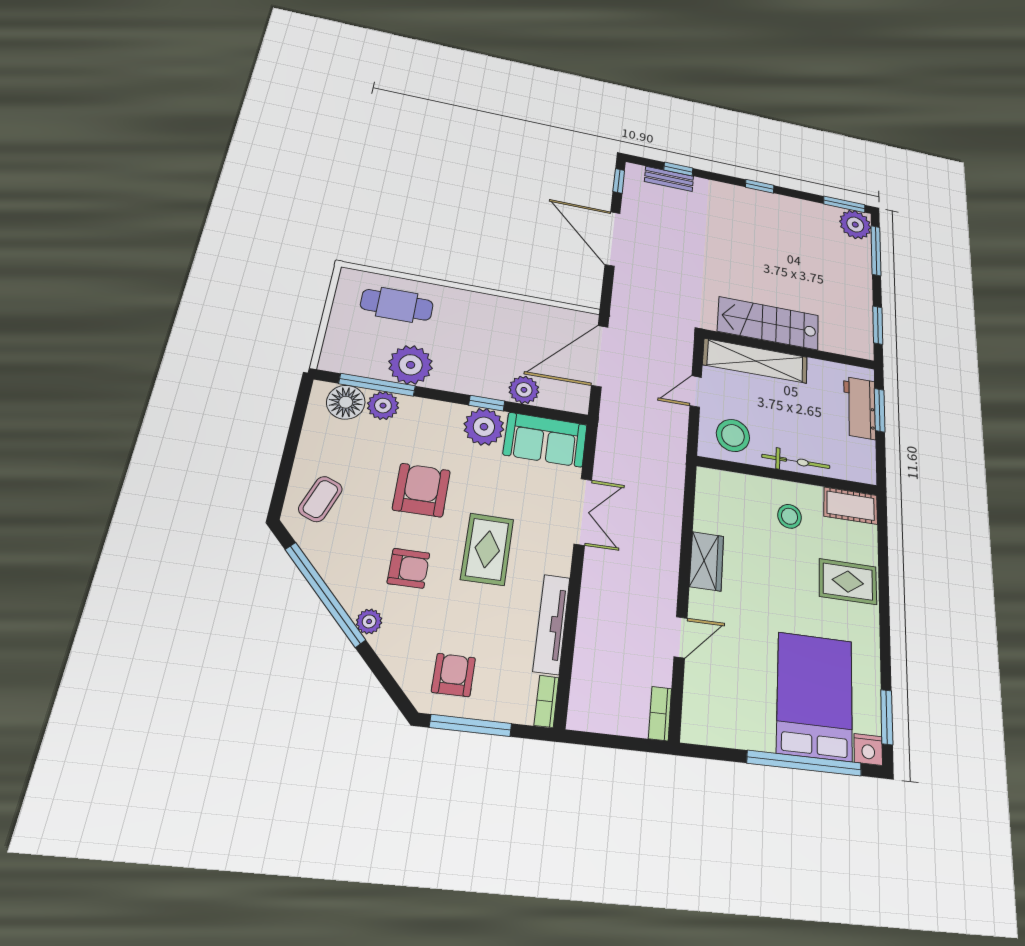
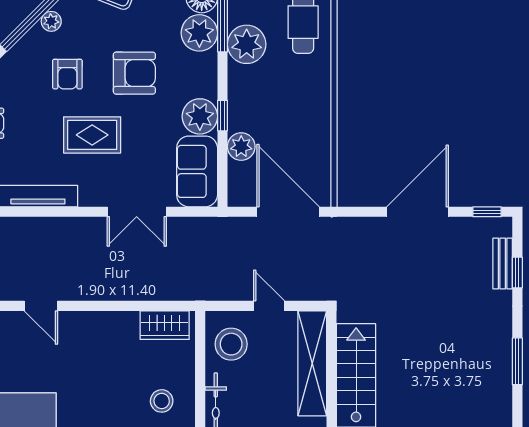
window: (760, 186) -> (517, 361), width x1.50
plant: (383, 406) -> (199, 33), width x1.36, depth x1.36
wardrobe: (707, 561) -> (165, 325), moved
plant: (369, 621) -> (51, 21), moved

